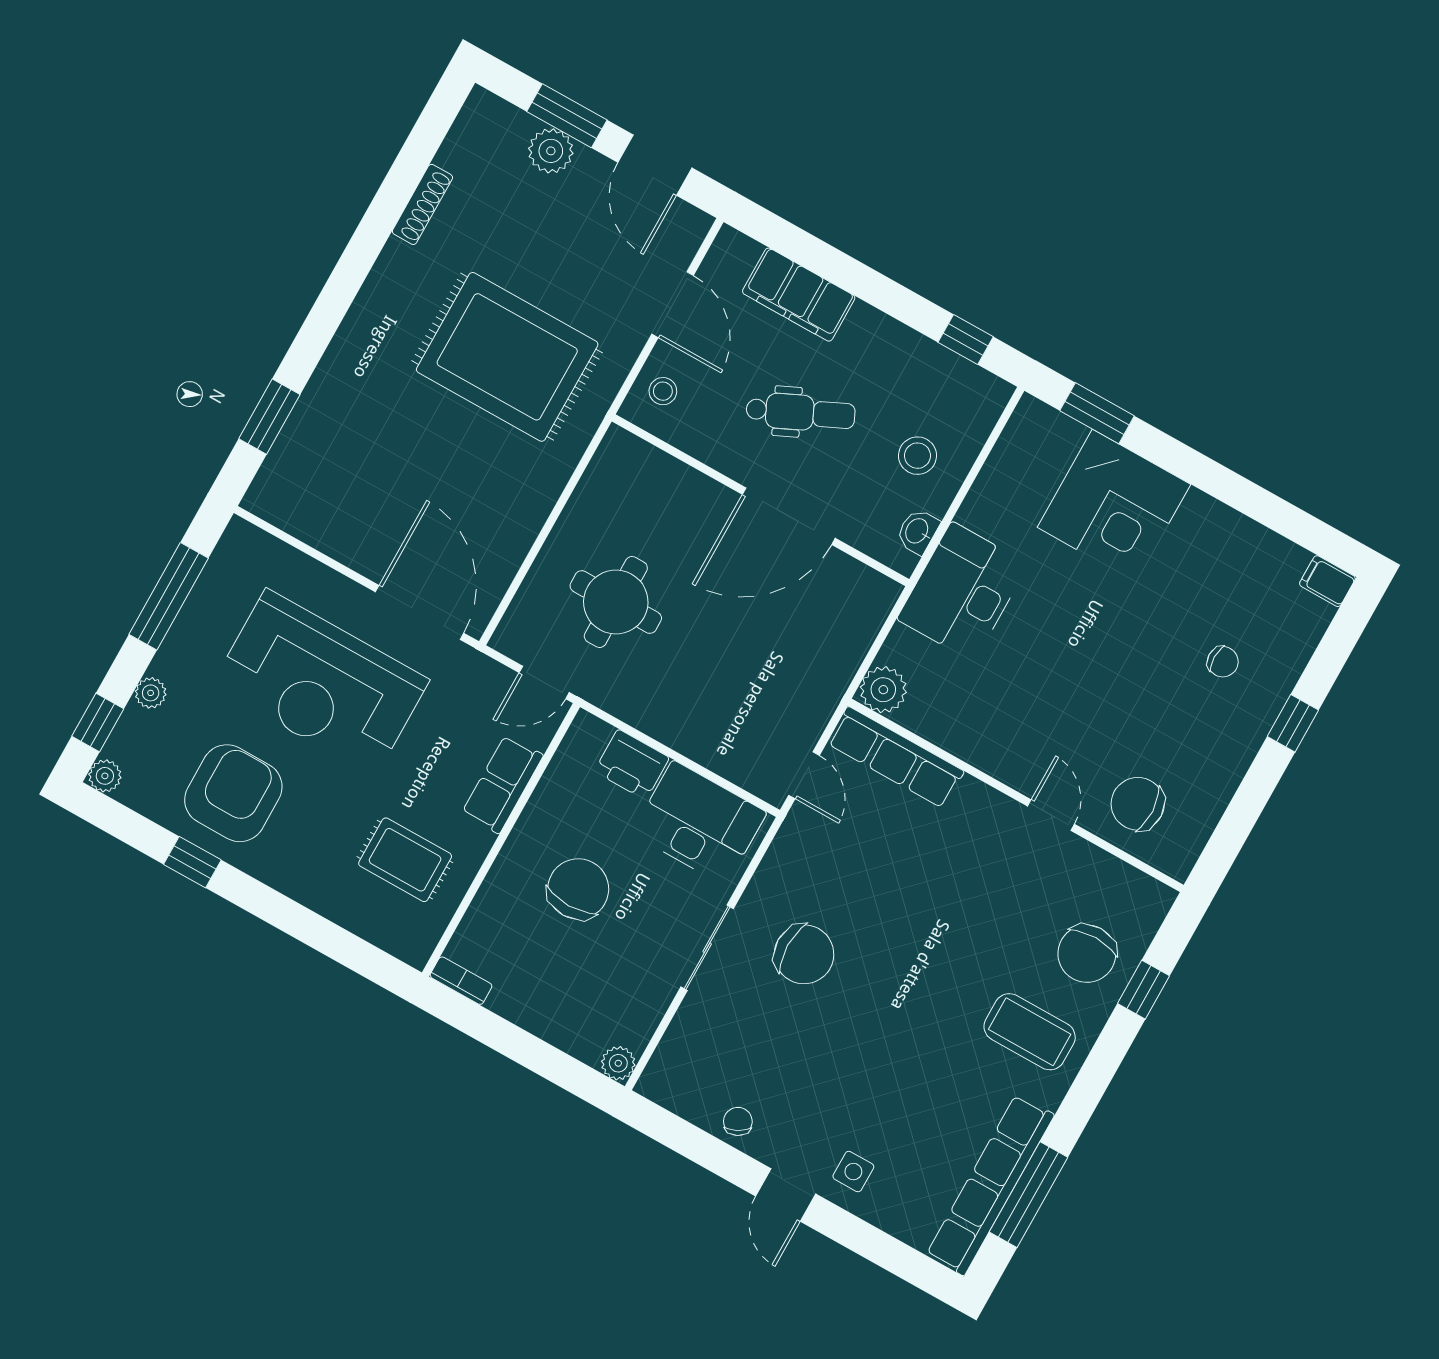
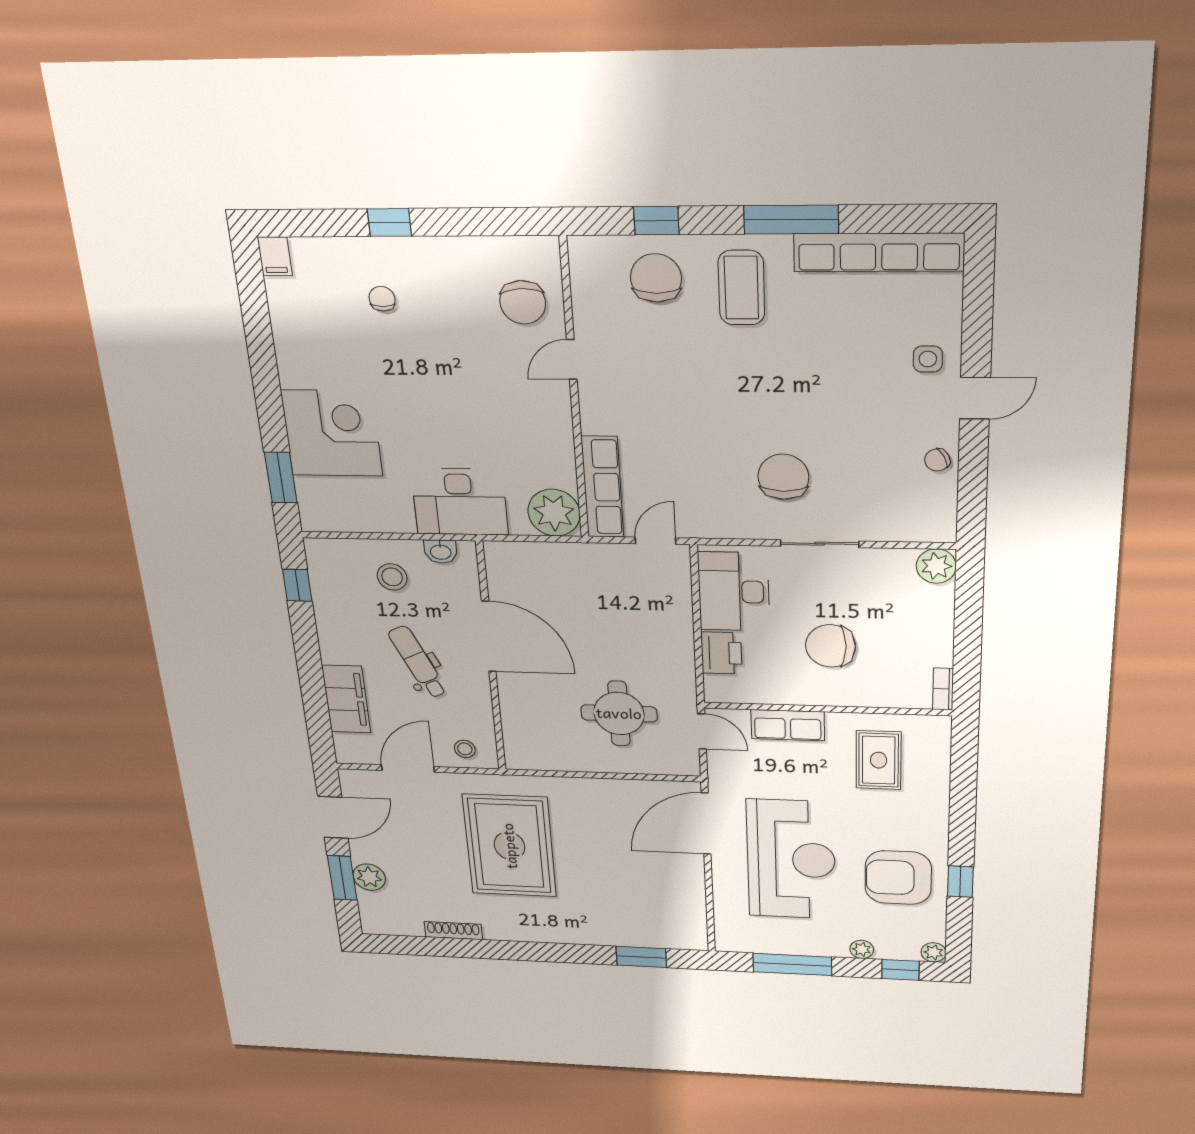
plant: (883, 690) -> (554, 513), width x1.36, depth x1.36
chair: (1087, 954) -> (656, 278), turned -90
plant: (618, 1063) -> (936, 566), width x1.38, depth x1.38
window: (1028, 1195) -> (791, 220), moved

